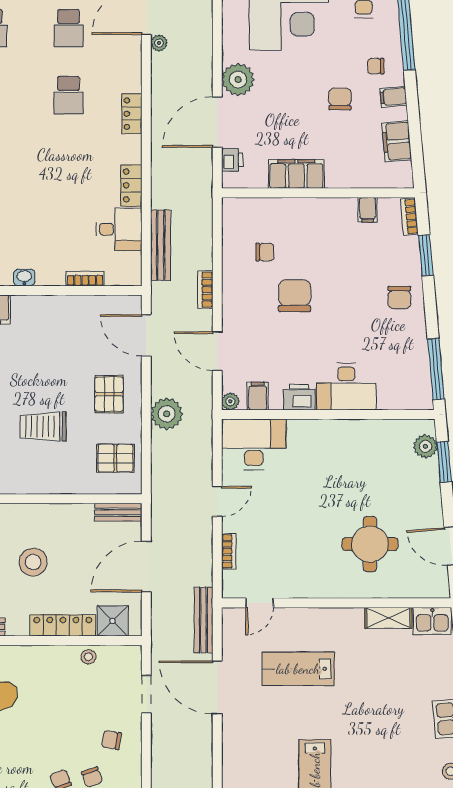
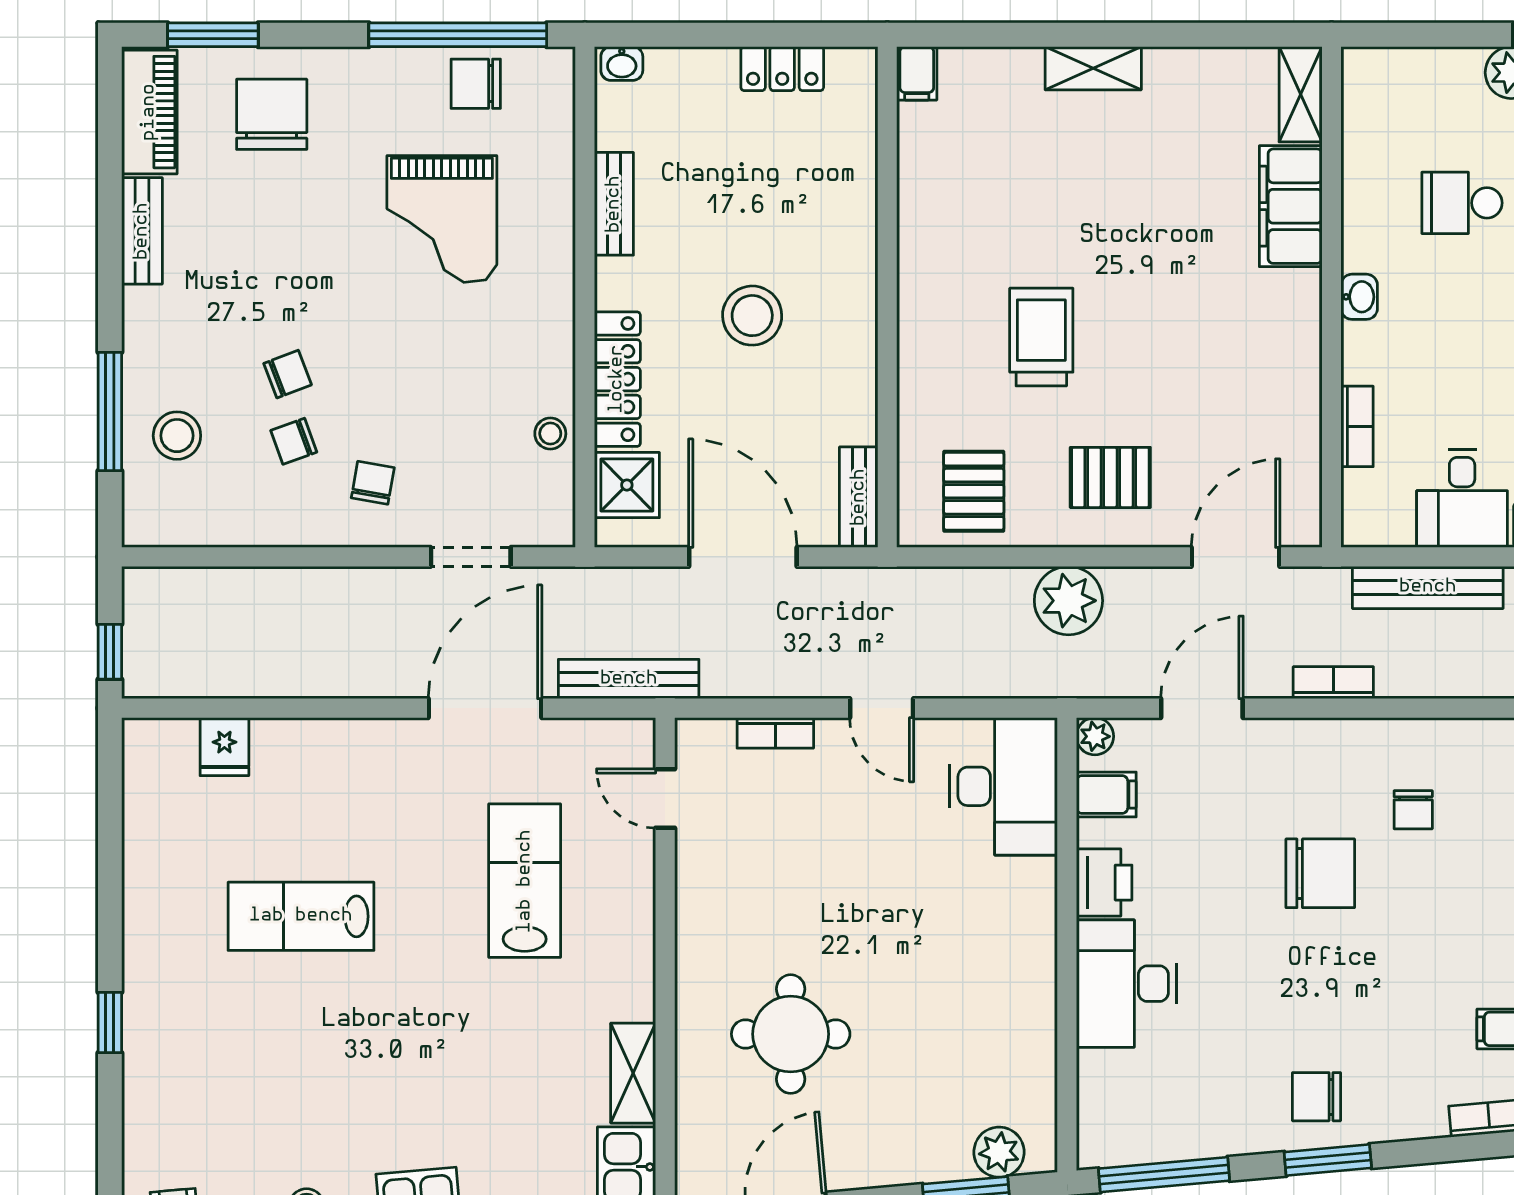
window: (426, 255) -> (1328, 1160), moved

